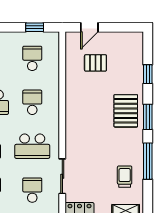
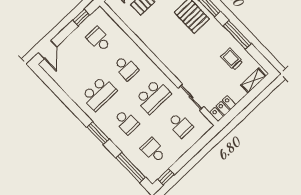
school desk: (32, 102) -> (126, 68), turned 180
school desk: (32, 190) -> (180, 125), turned 180

